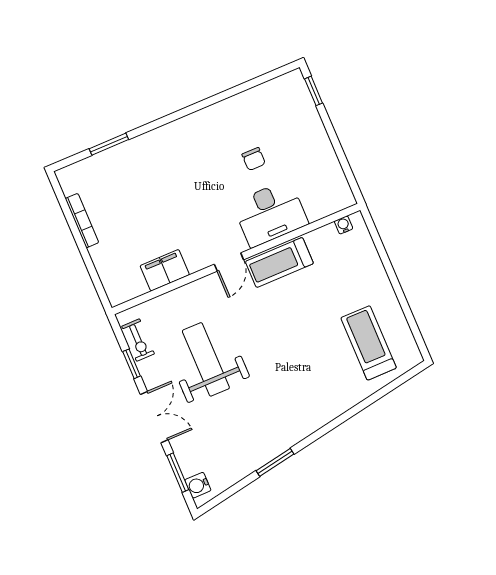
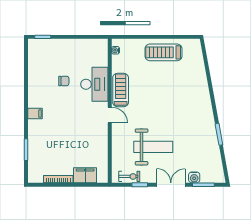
filing cabinet: (177, 133) -> (35, 114), added
treadmill: (279, 262) -> (121, 90), turned 180
filing cabinet: (165, 270) -> (85, 175), moved, turned 90
treadmill: (369, 343) -> (163, 52), moved
weight bench: (206, 359) -> (153, 147), turned 180
water cooler: (198, 485) -> (194, 177), moved

